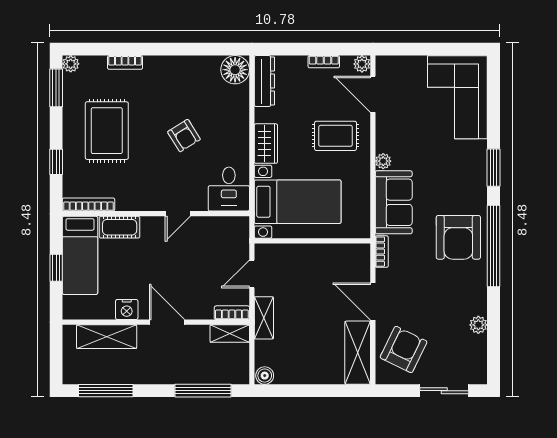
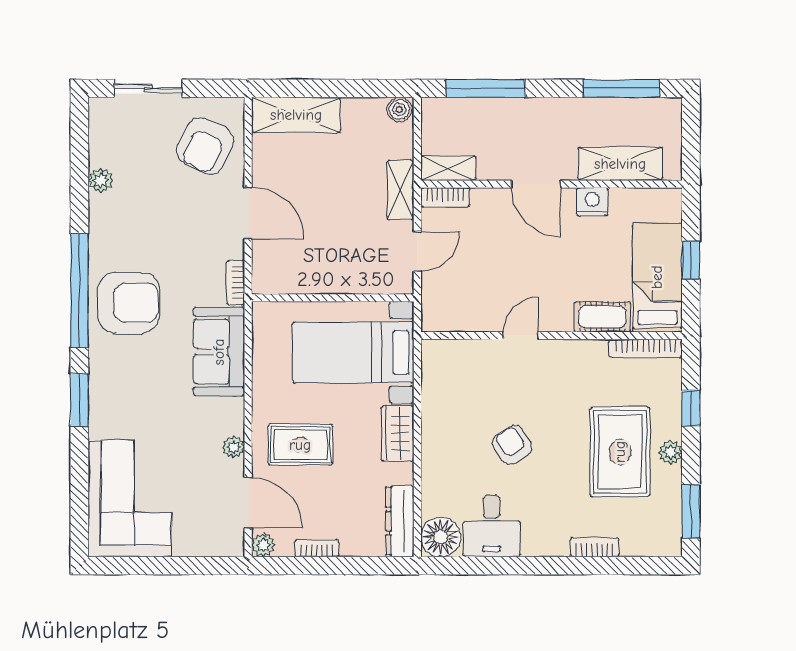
plant: (71, 64) -> (670, 452), moved
plant: (383, 161) -> (234, 447), moved
desk: (229, 189) -> (492, 526), moved, turned 180
armchair: (458, 237) -> (129, 303), turned 90
shelving: (358, 353) -> (296, 115), moved, turned 90

